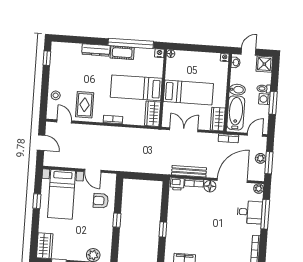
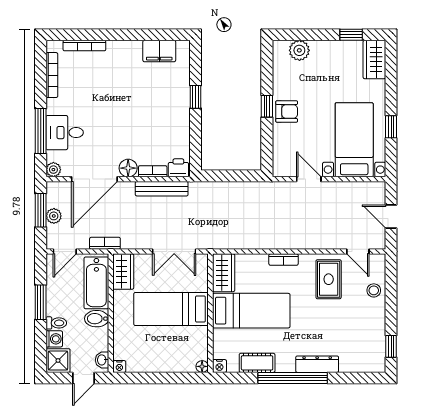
window: (131, 43) -> (293, 378), moved
cot: (122, 53) -> (257, 363), moved
washing machine: (264, 99) -> (54, 339), moved
armchair: (101, 201) -> (287, 111), moved

